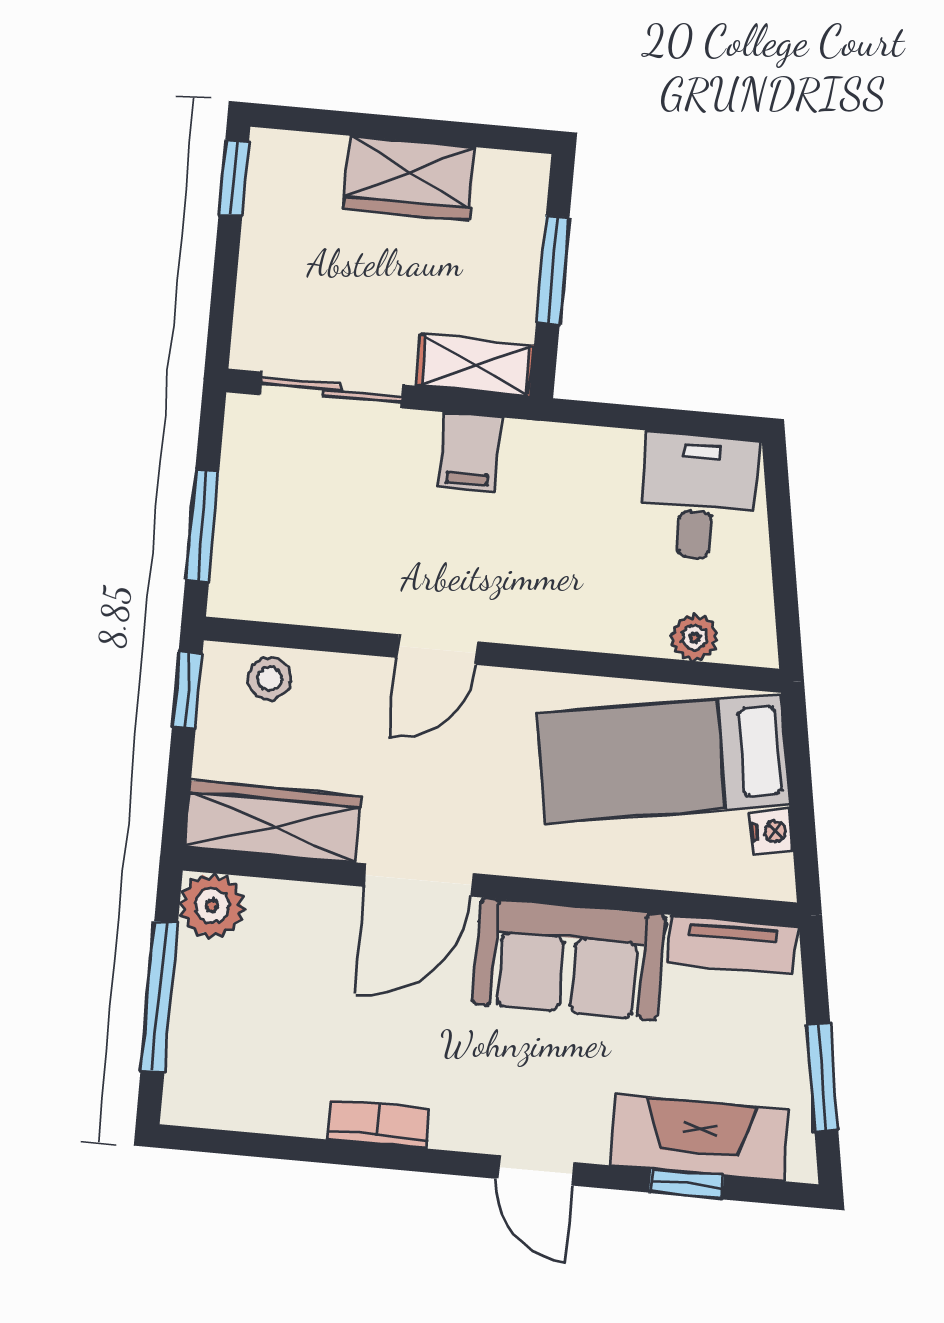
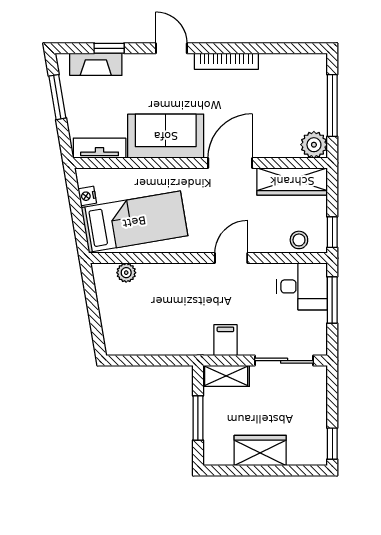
desk: (698, 497) -> (302, 286), moved, turned -90
bookcase: (378, 1124) -> (226, 61), width x1.56
fireplace: (699, 1138) -> (96, 64), width x0.73, depth x0.76

